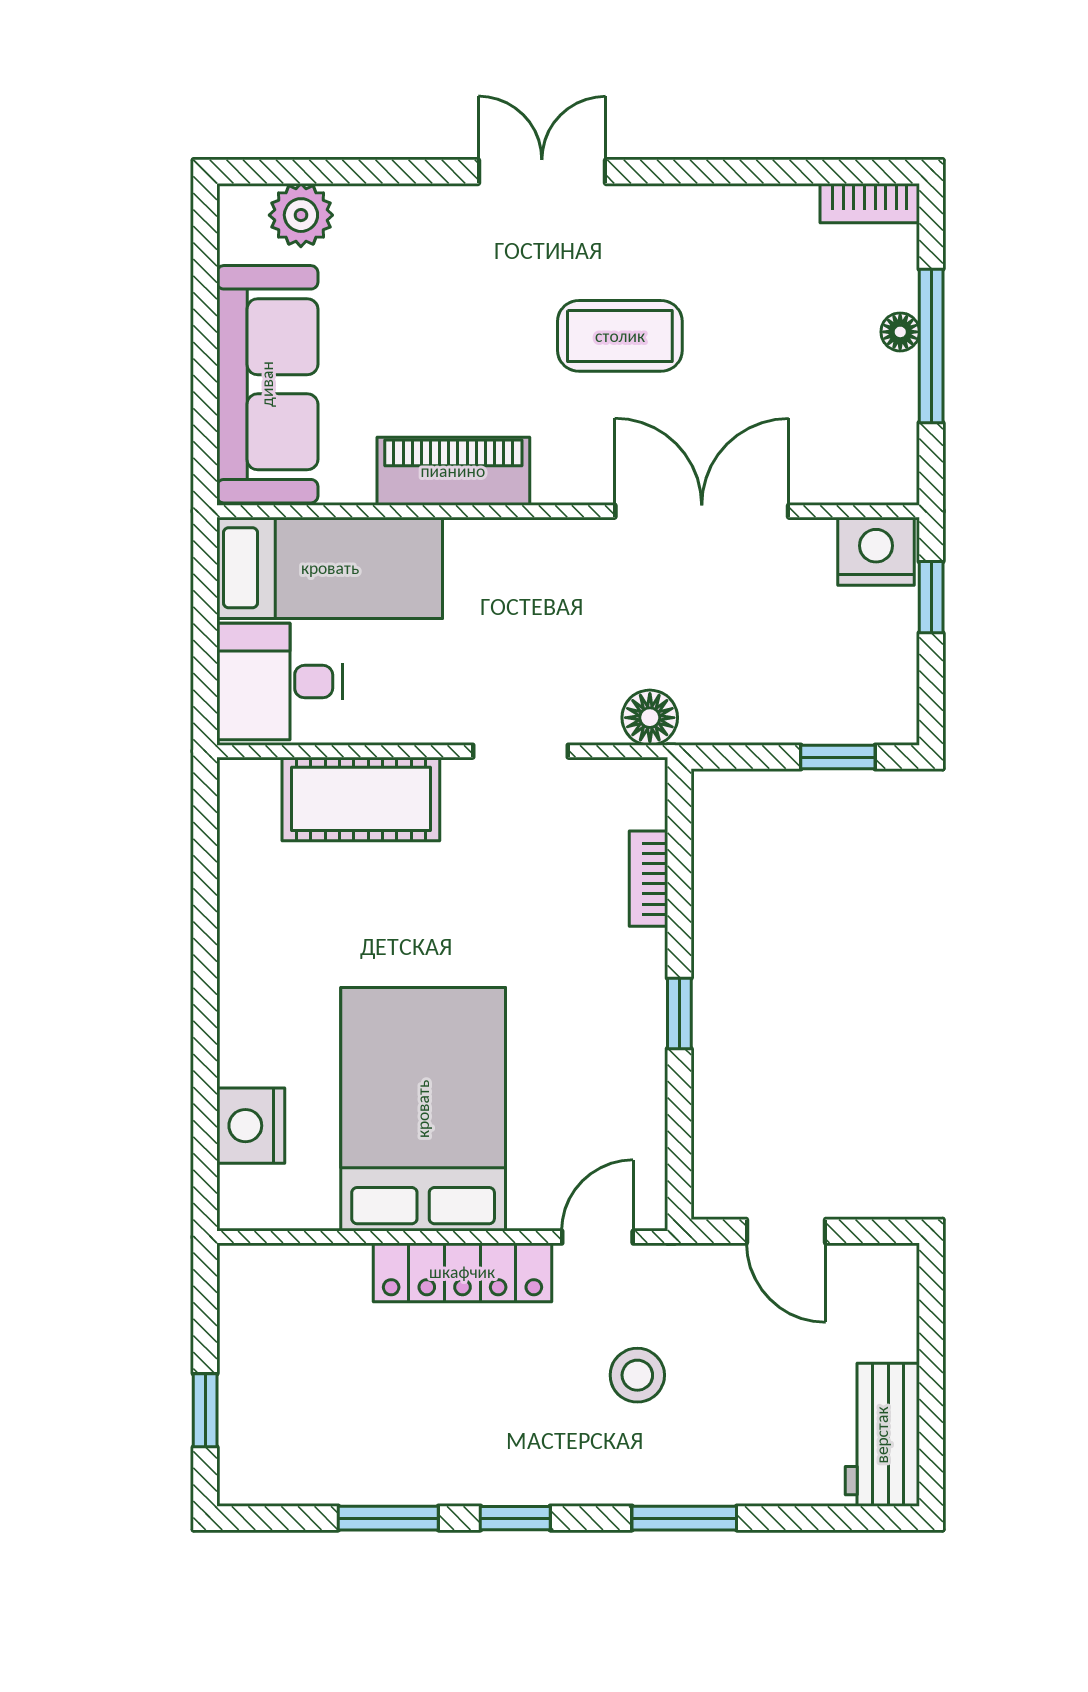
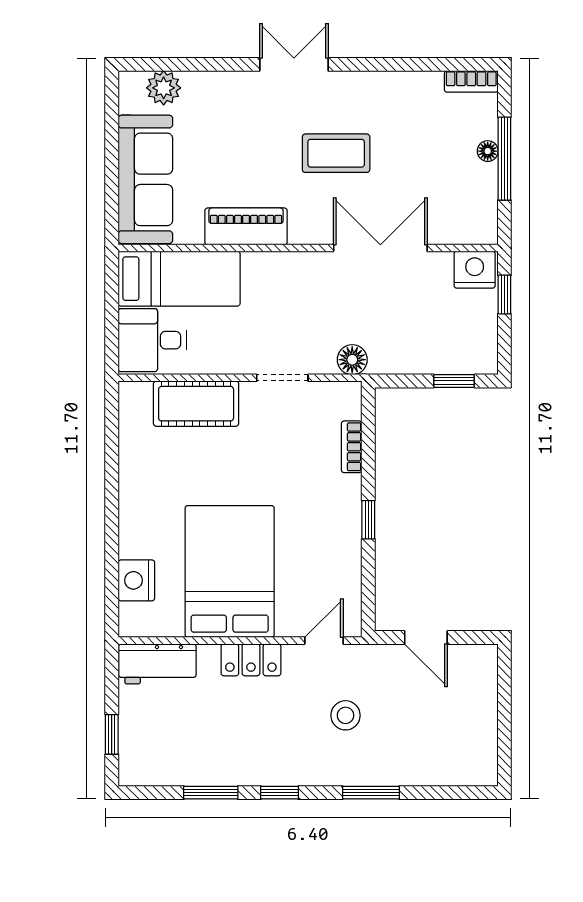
locker: (462, 1272) -> (251, 660), width x0.66
workbench: (882, 1435) -> (157, 664), moved, turned -90

